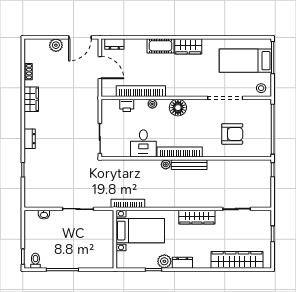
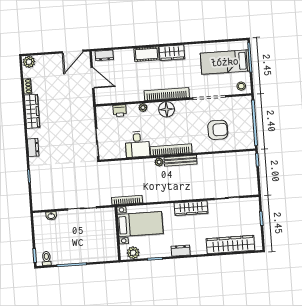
plant: (56, 45) -> (29, 62), moved
bookcase: (141, 91) -> (167, 94), moved
wardrobe: (31, 99) -> (32, 111), width x1.50
plant: (164, 261) -> (133, 253), moved

